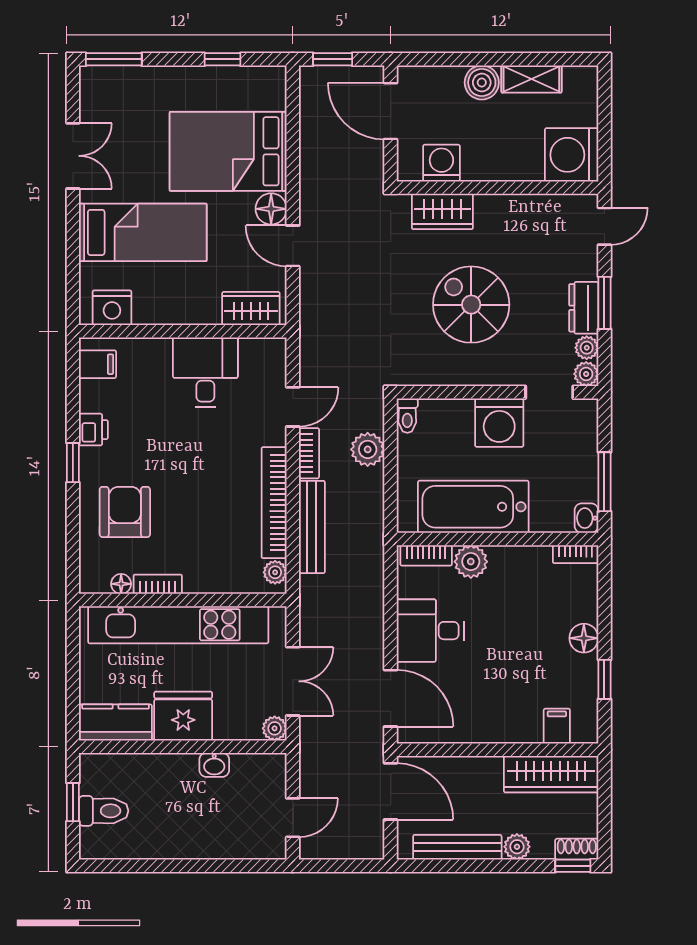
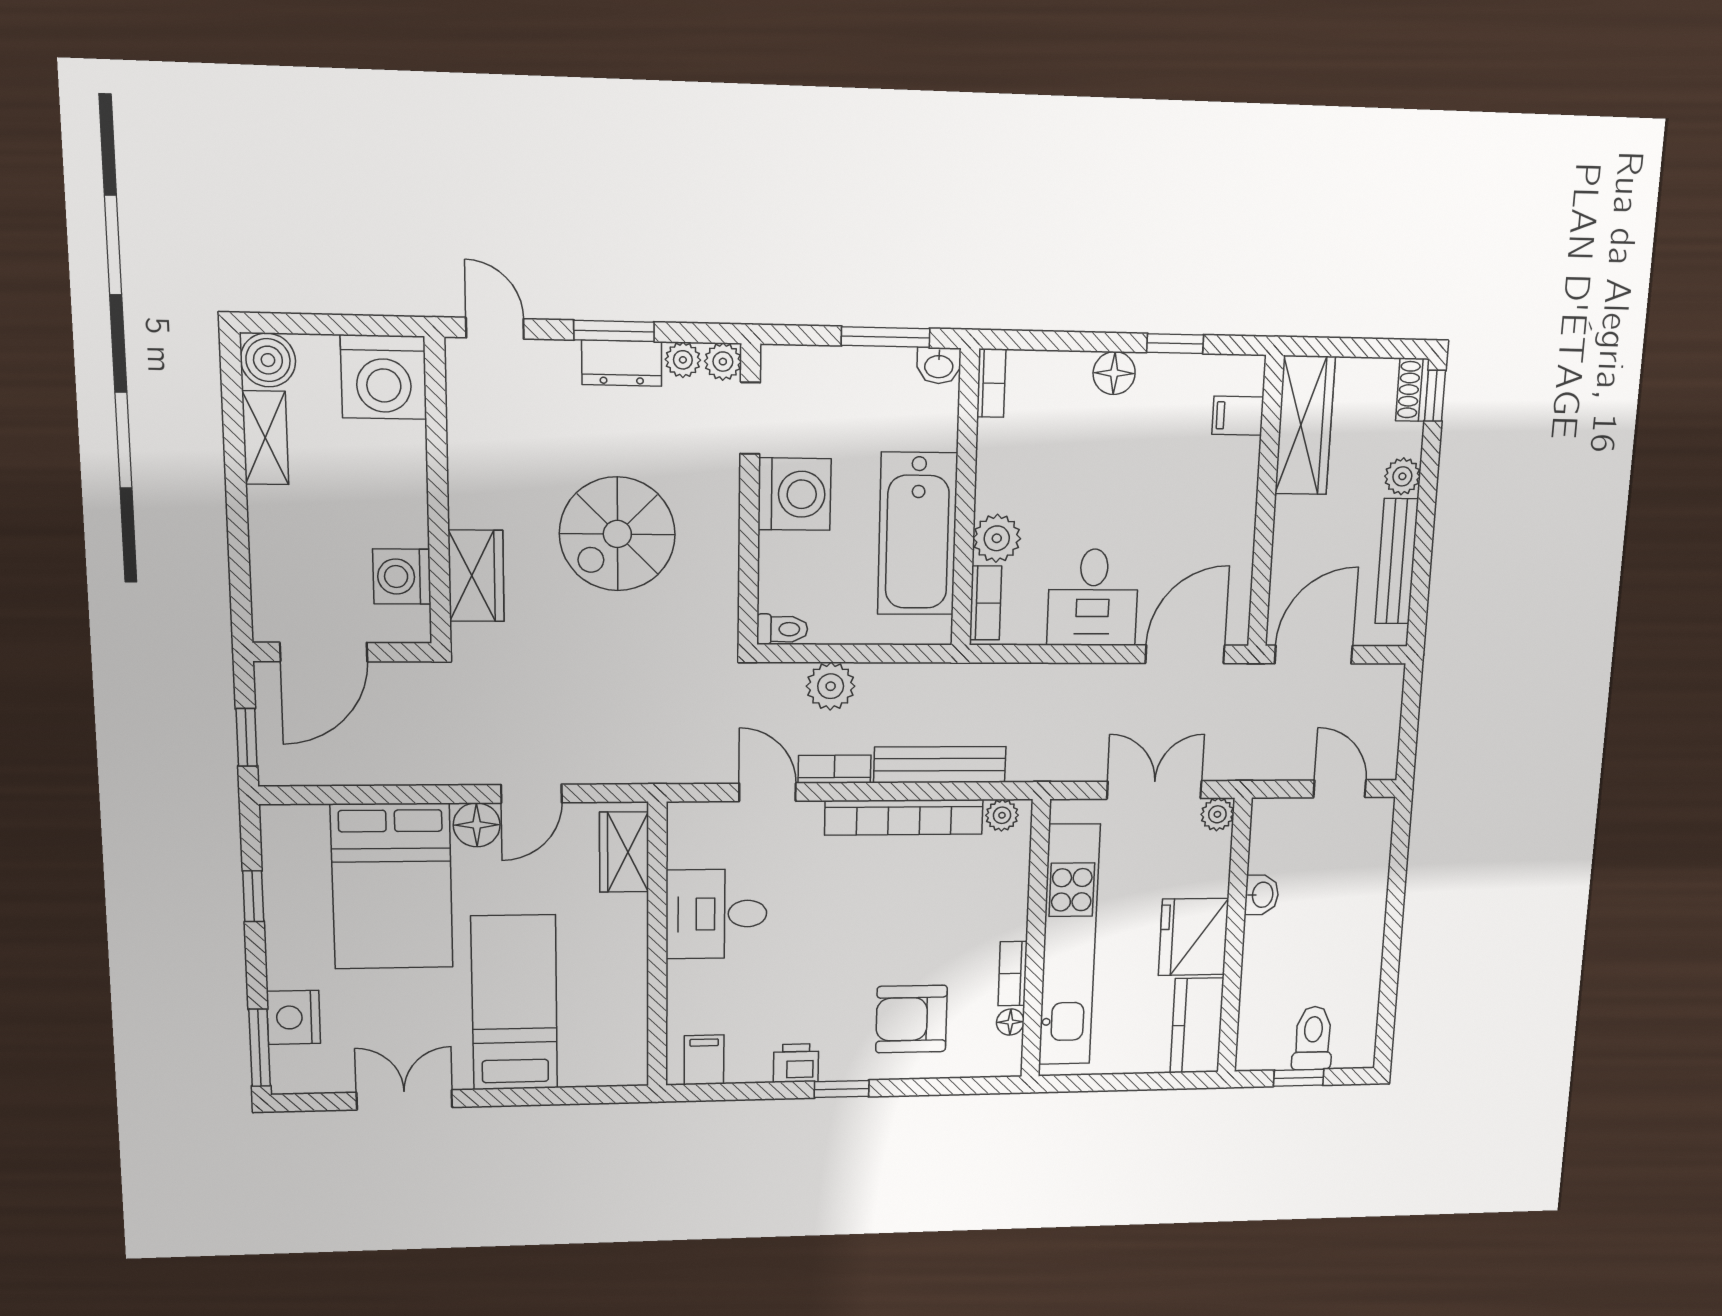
boiler: (482, 83) -> (268, 360), moved
nightstand: (112, 308) -> (294, 1017), moved, turned 180

